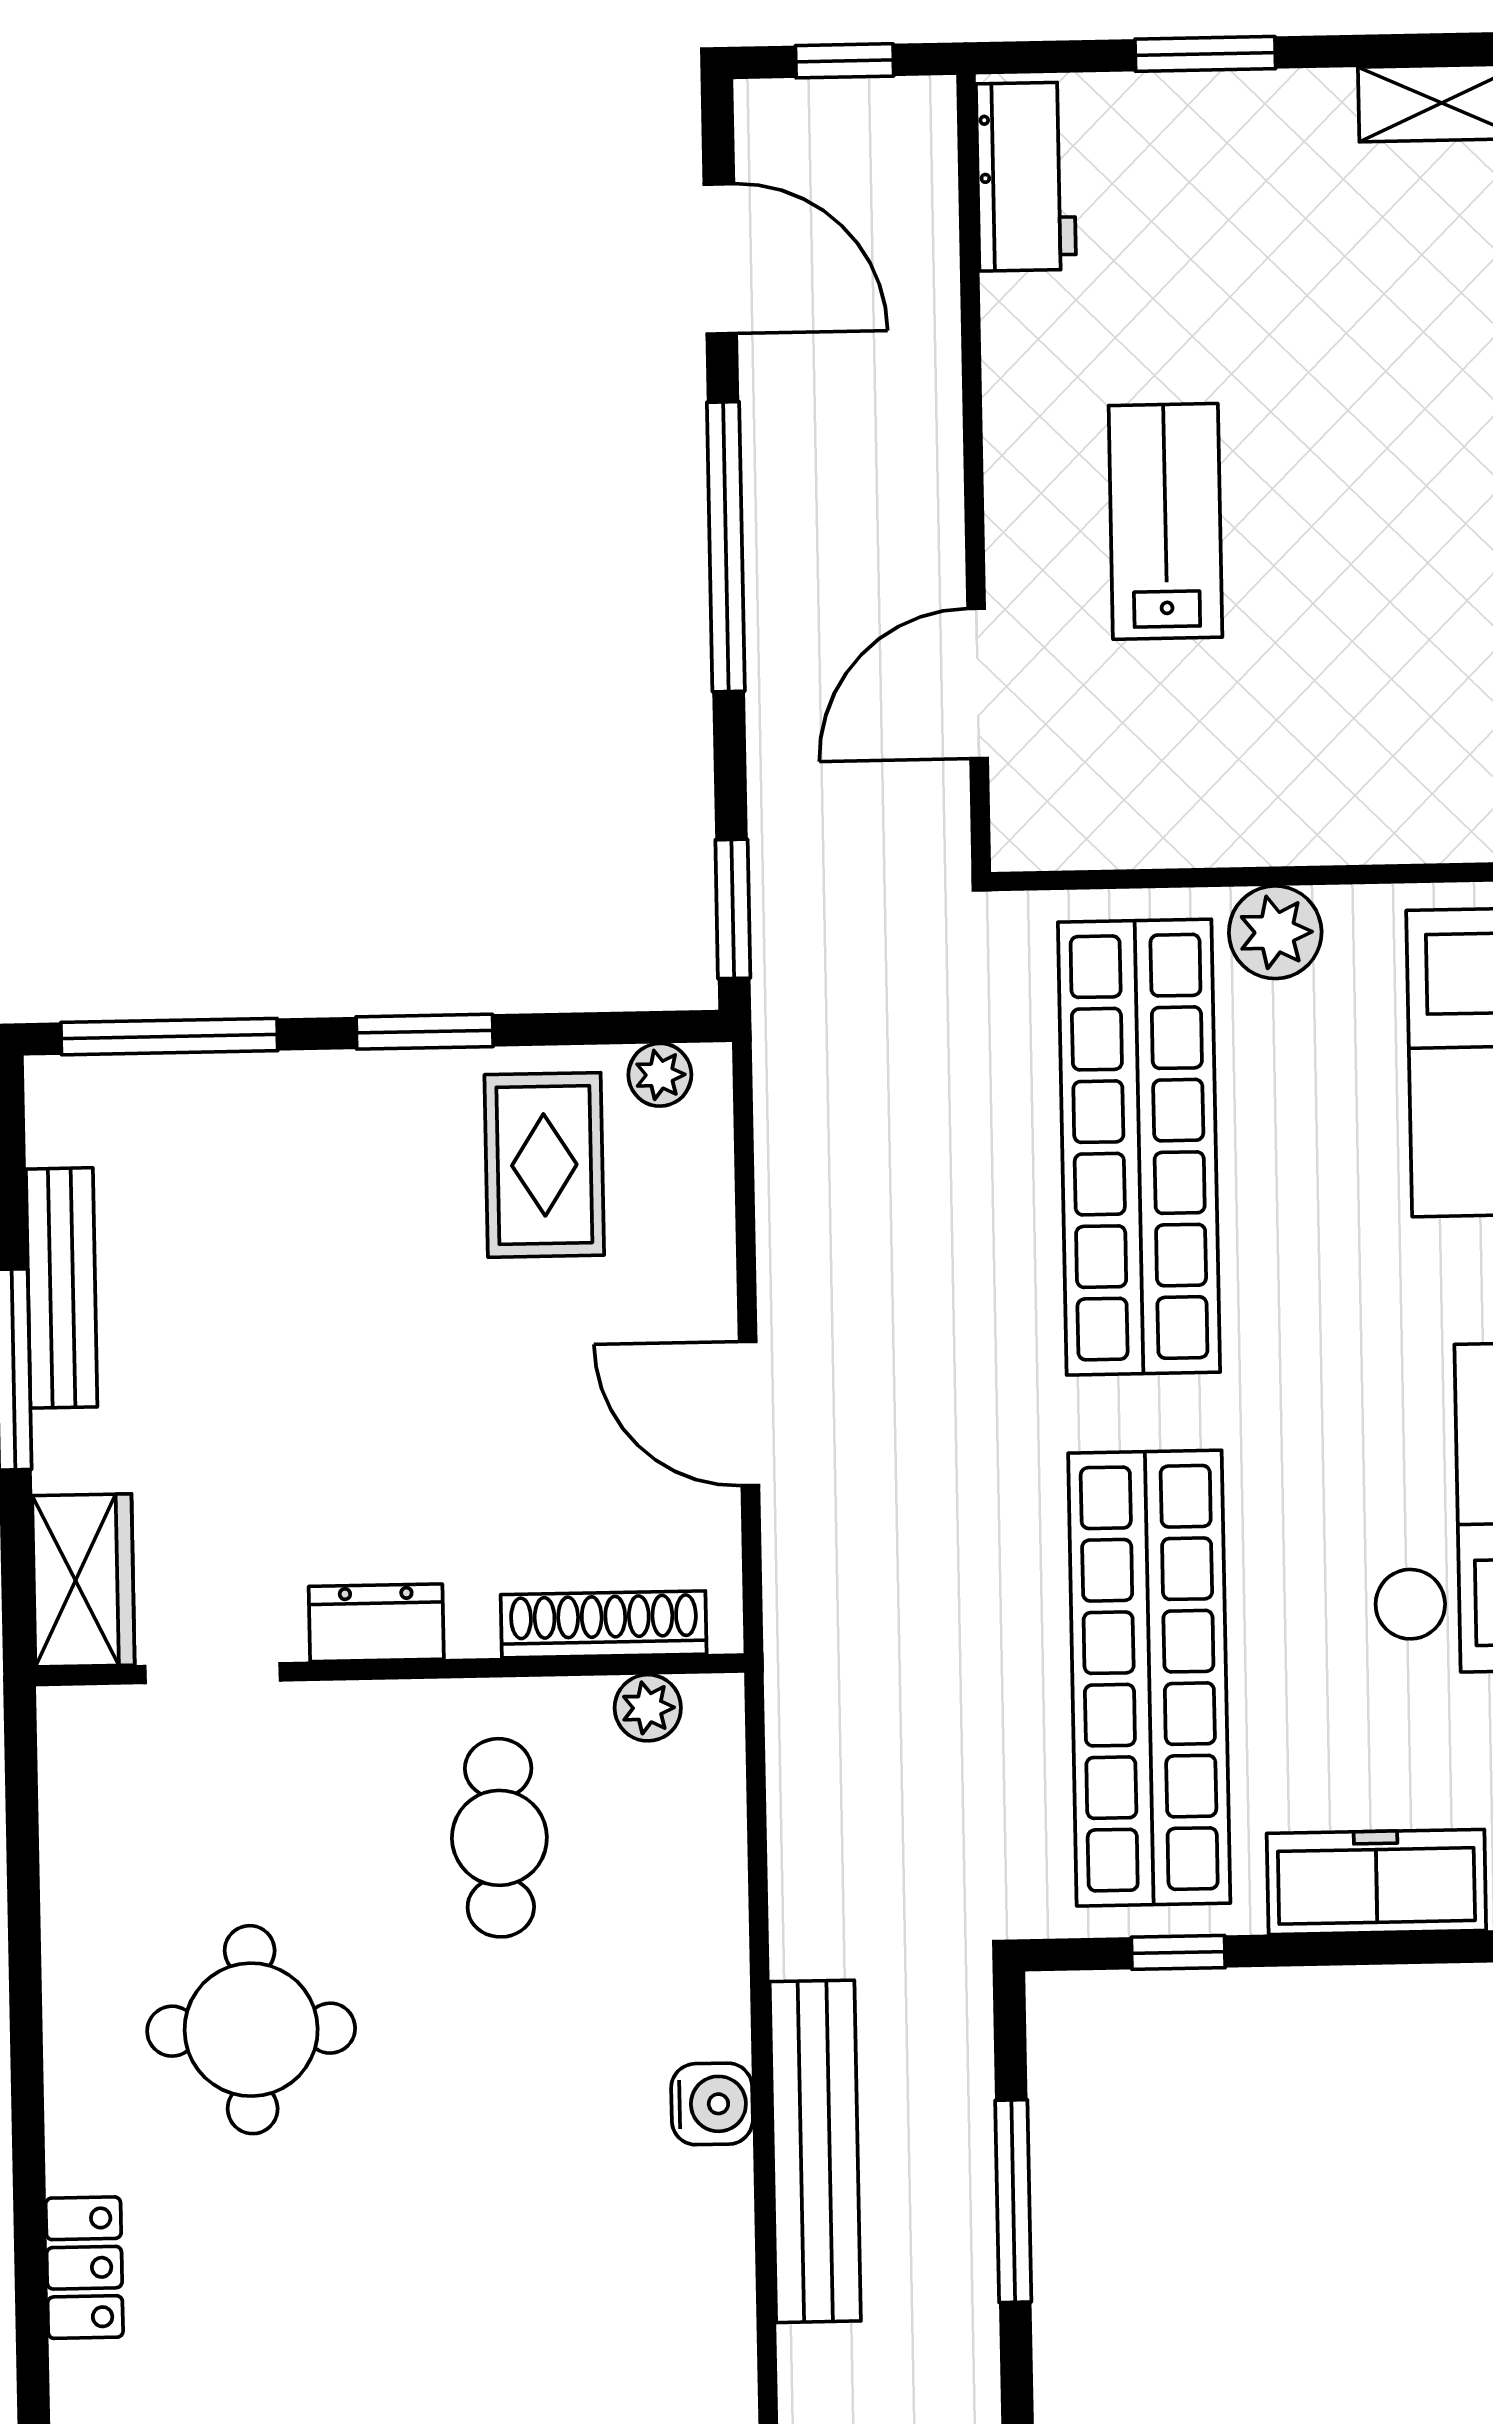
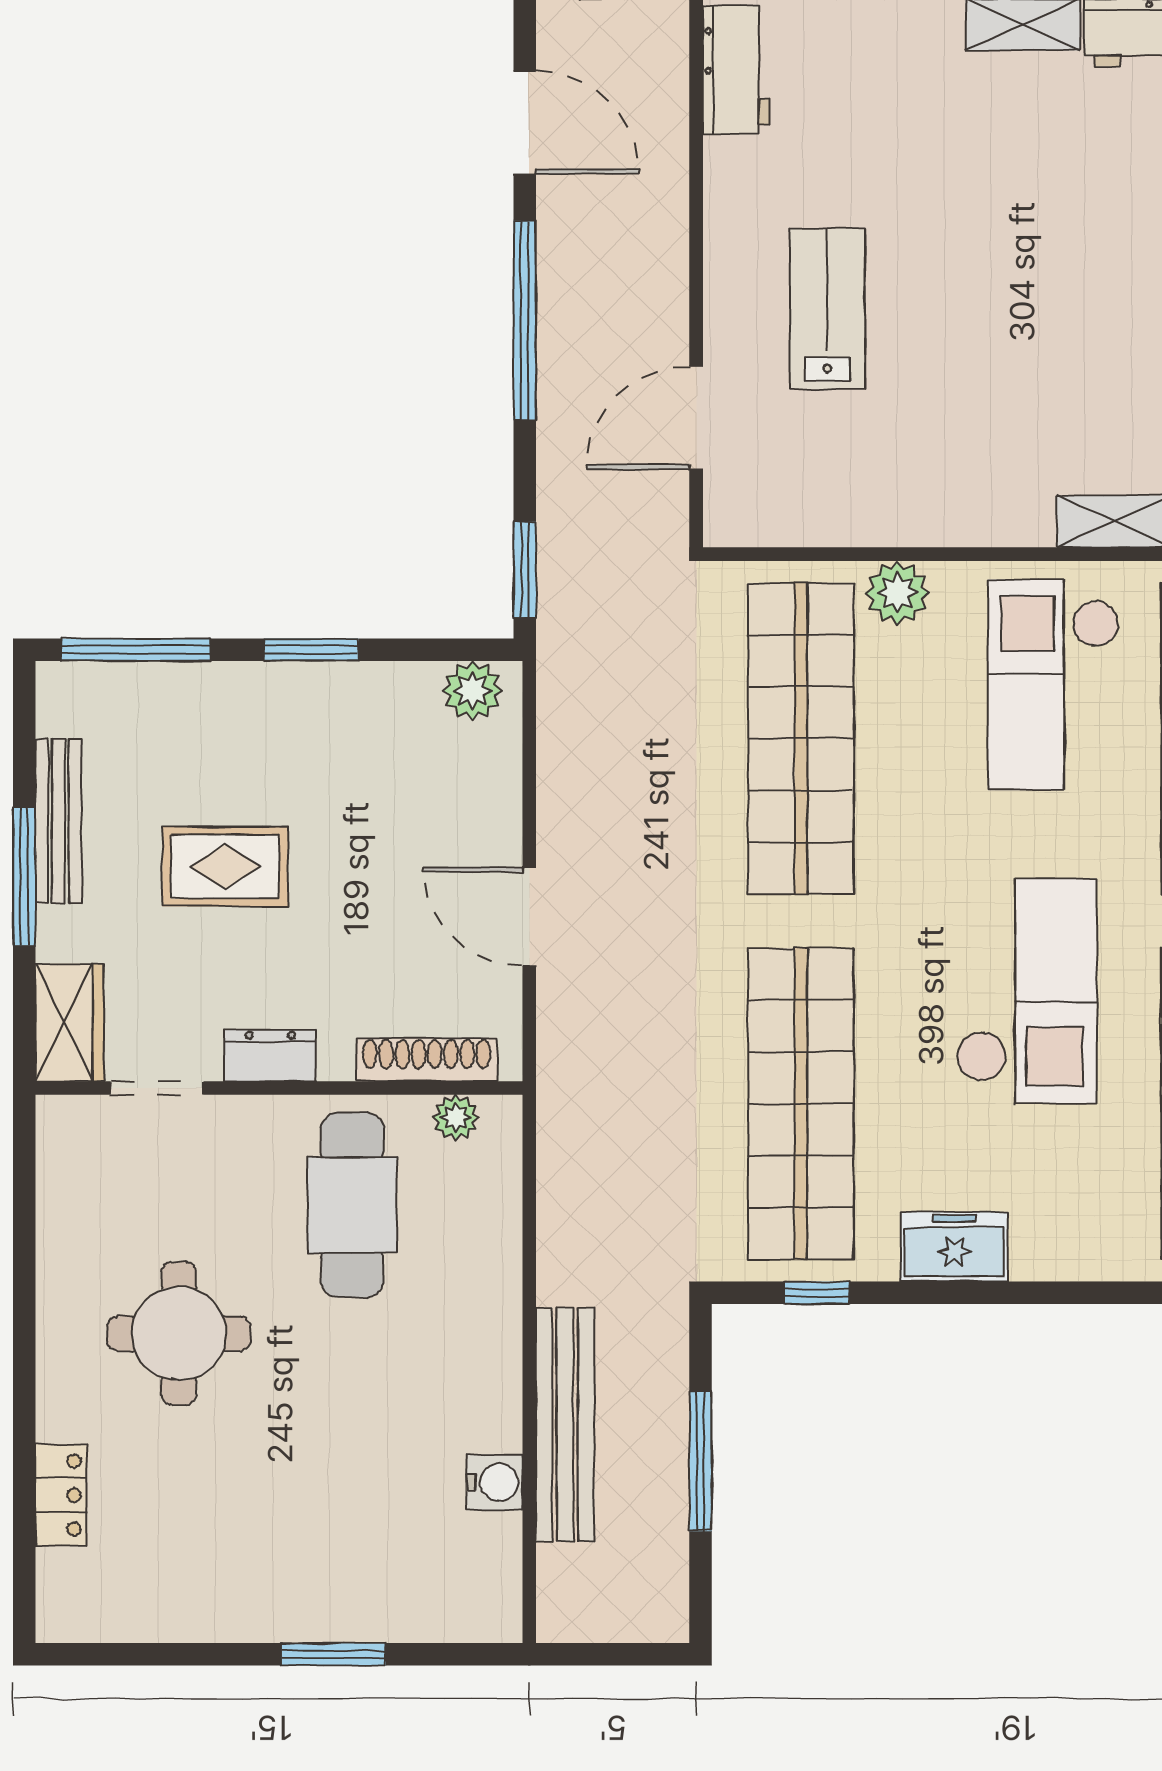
plant: (660, 1075) -> (472, 691), width x1.38, depth x1.38
rug: (544, 1165) -> (225, 866), moved, turned 90
cafe table: (499, 1838) -> (352, 1205), width x1.37, depth x1.35
freezer: (1376, 1882) -> (954, 1247), width x0.71
water cooler: (712, 2104) -> (495, 1482), moved

